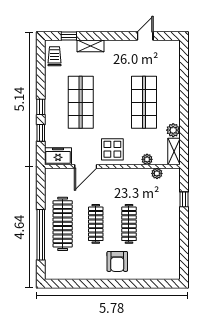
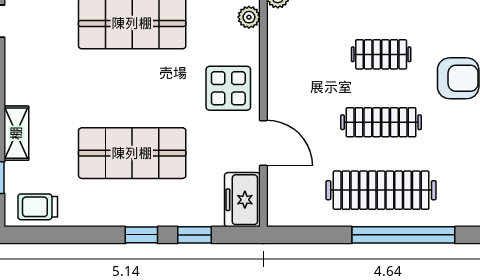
clothes rail: (129, 224) -> (381, 54), width x0.73

